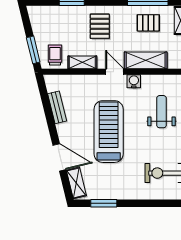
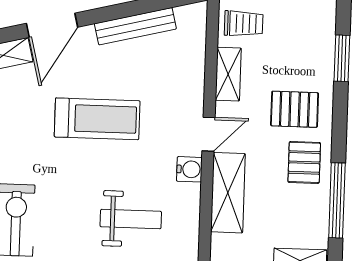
pallet: (148, 23) -> (304, 162), moved
bench: (57, 107) -> (135, 26), width x1.36
treadmill: (109, 132) -> (97, 119), width x0.73, depth x0.73

